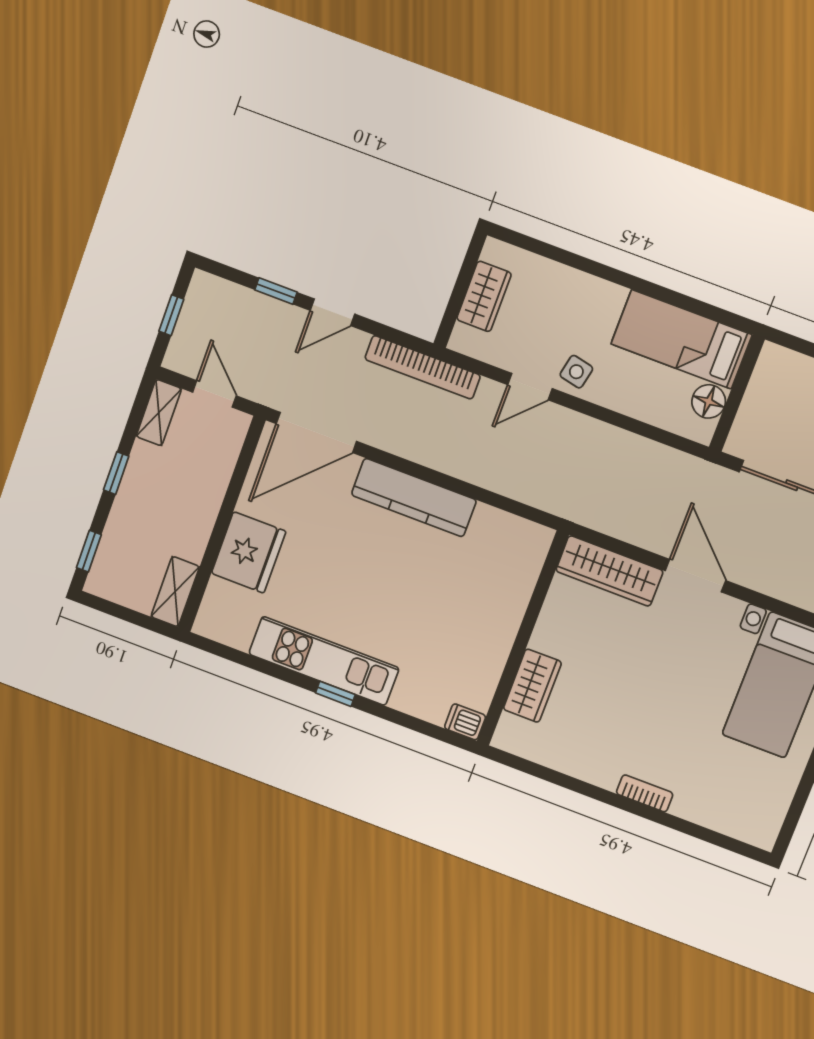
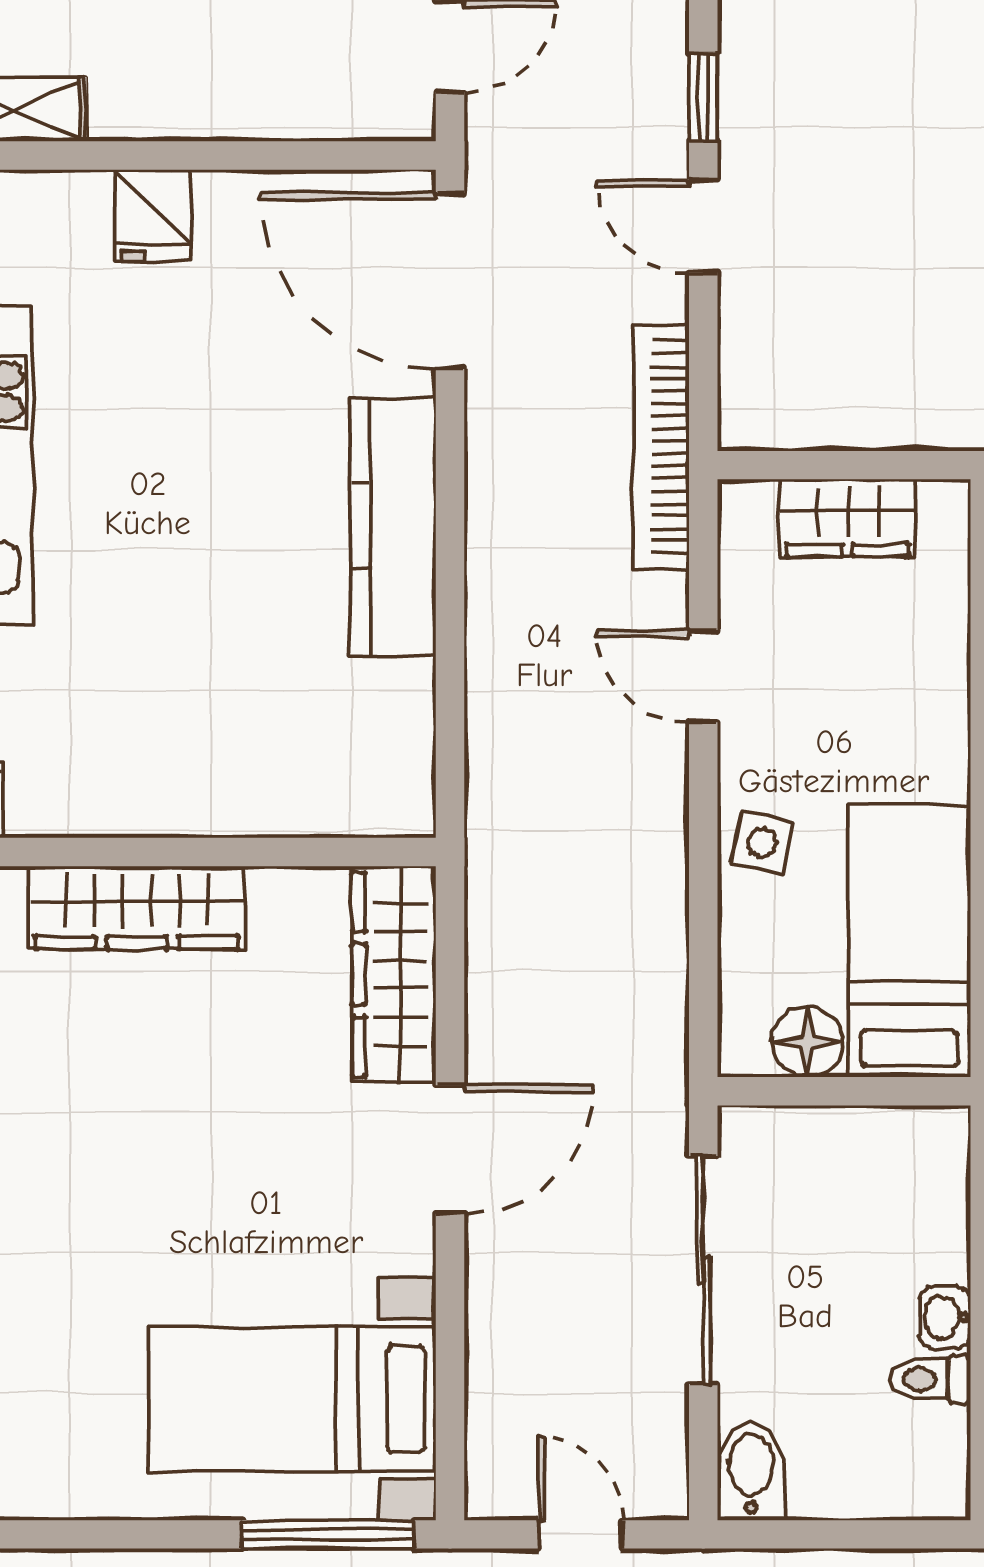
side table: (576, 372) -> (762, 842), moved
fridge: (249, 552) -> (153, 215), width x0.53, depth x0.75
wardrobe: (532, 686) -> (137, 908), width x1.50

